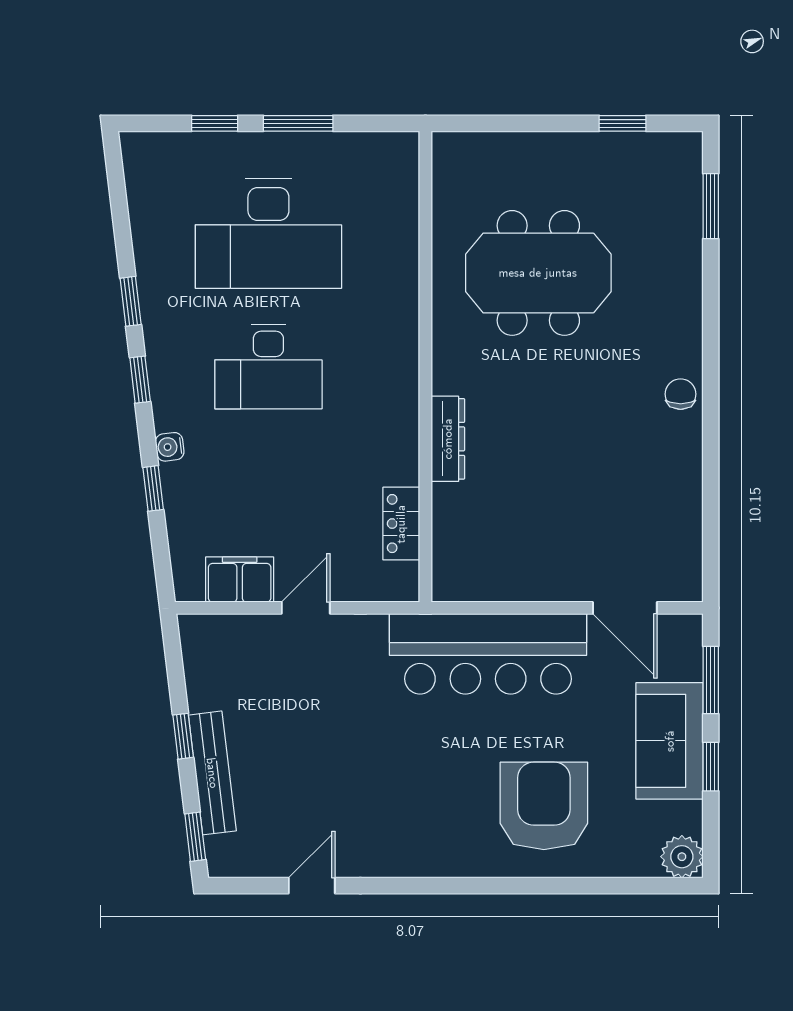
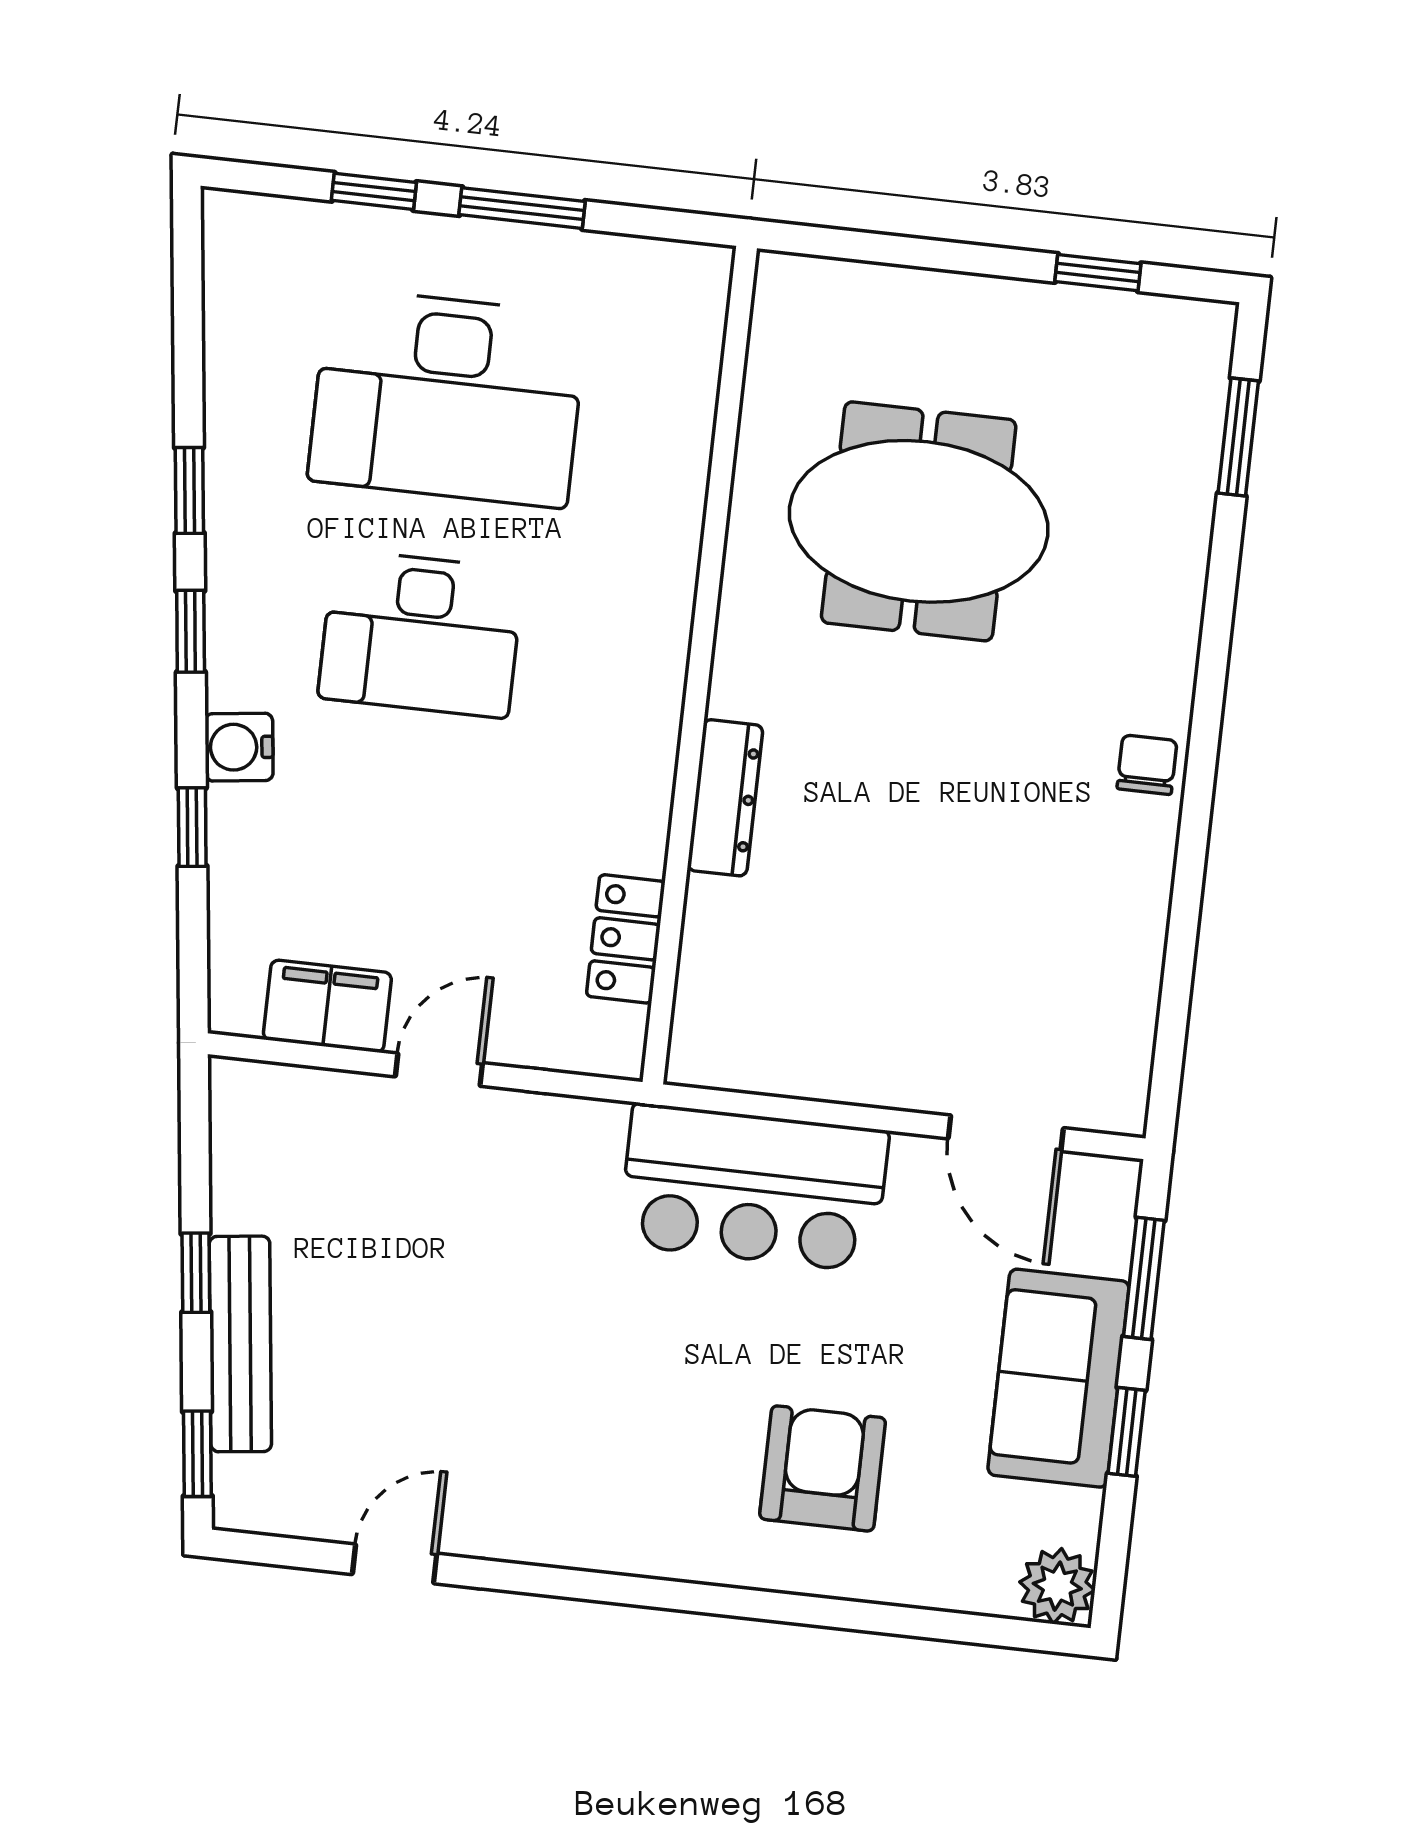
water cooler: (170, 447) -> (239, 747), width x1.38, depth x1.38
bar counter: (488, 654) -> (754, 1187), width x0.73
armchair: (544, 806) -> (823, 1468), width x0.73, depth x0.73

